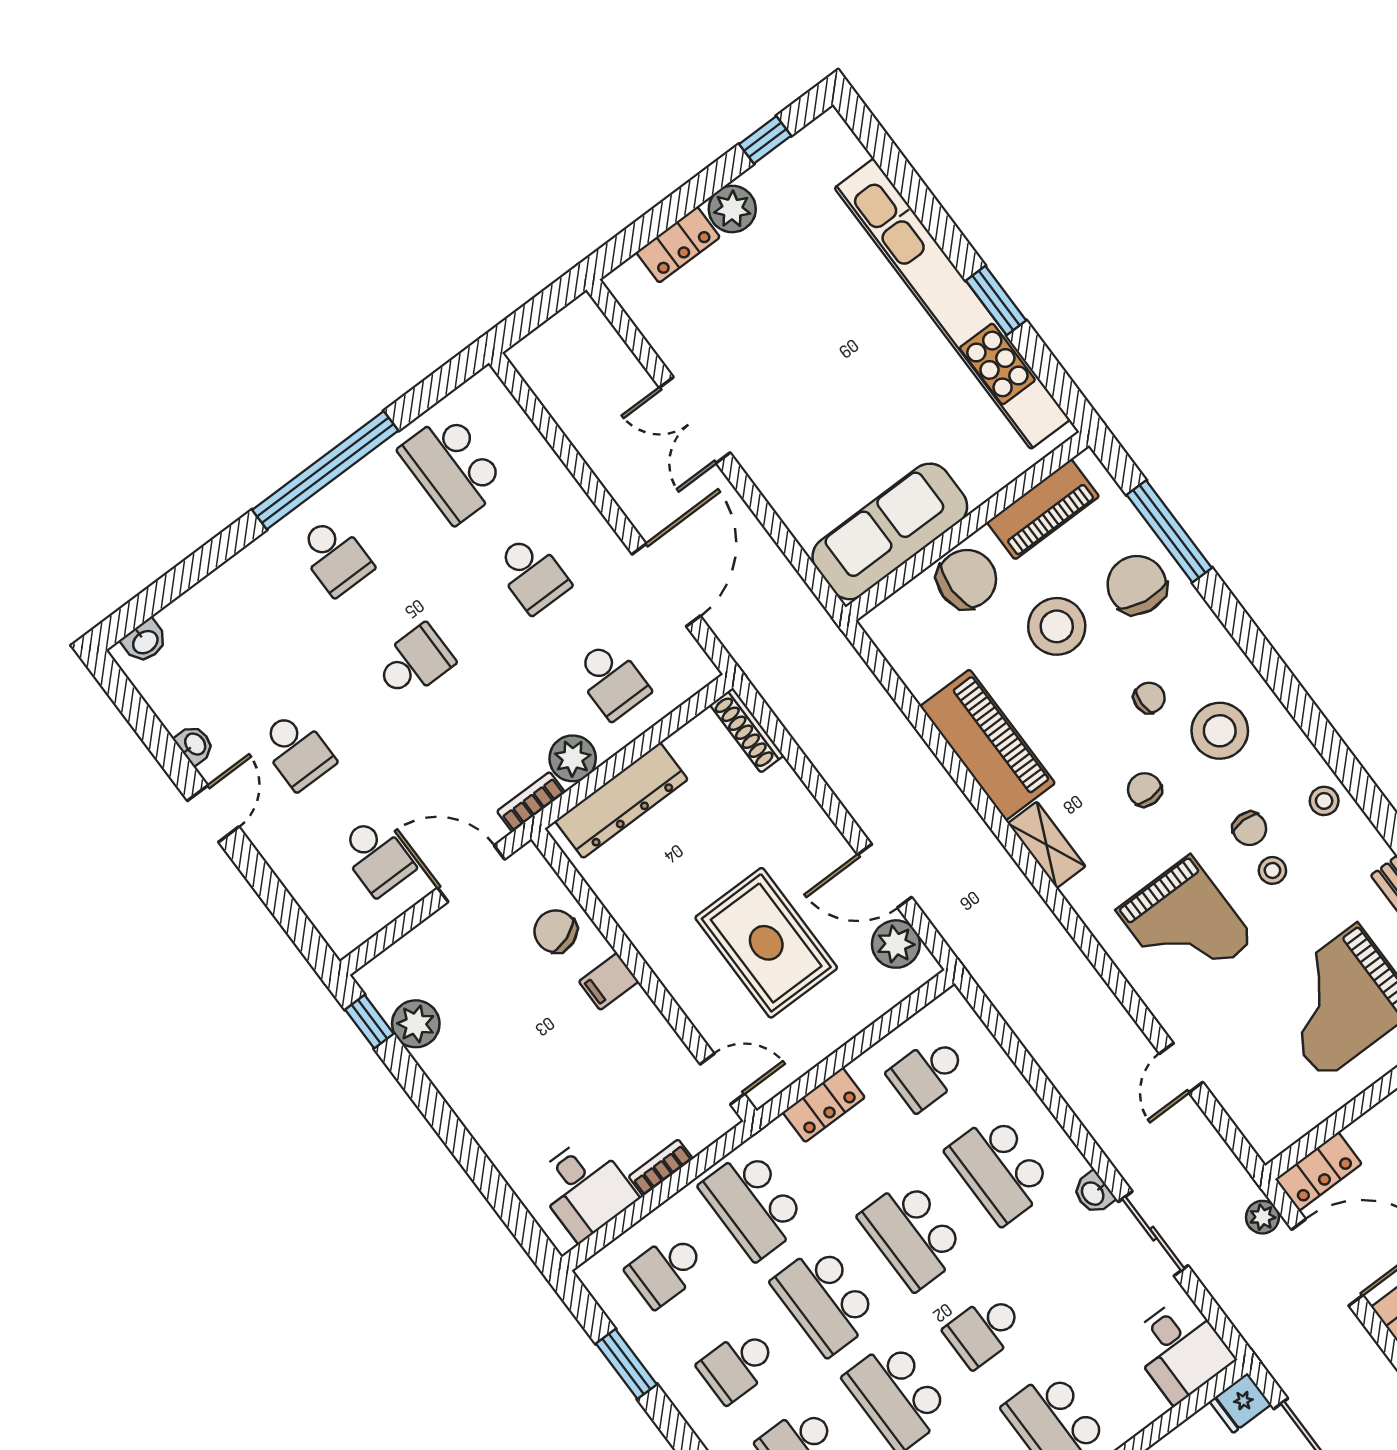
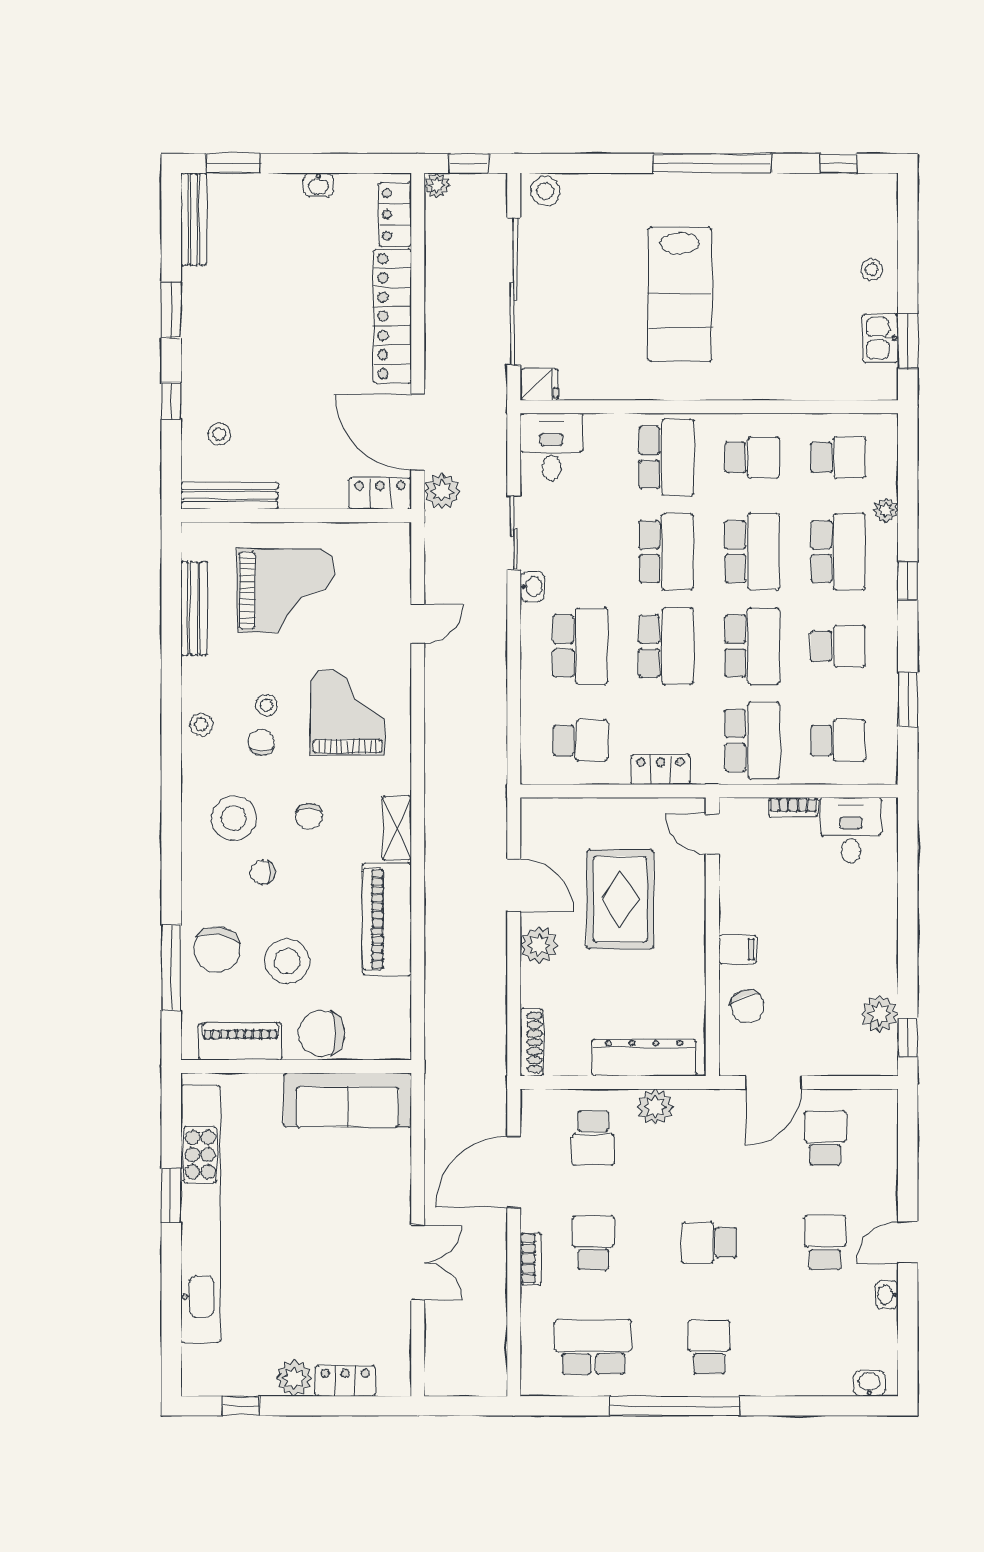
school desk: (452, 468) -> (593, 1347), turned -90
school desk: (611, 680) -> (593, 1138), turned 180
bookcase: (531, 802) -> (531, 1258), moved, turned -90
door: (471, 874) -> (773, 1082), hinge flipped
plant: (896, 944) -> (539, 945), moved
plant: (1263, 1217) -> (442, 491), width x1.38, depth x1.38
school desk: (984, 1330) -> (666, 552), width x1.85

